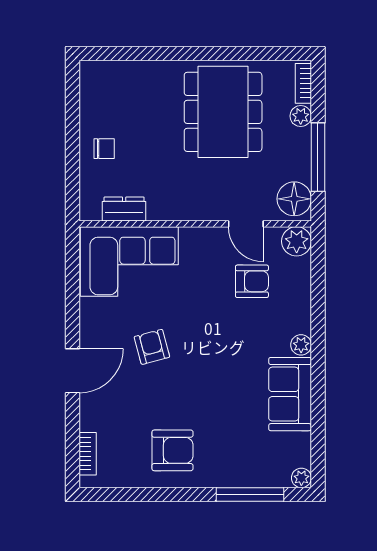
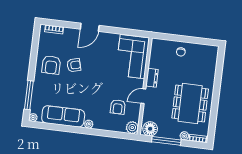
dining table: (223, 112) -> (190, 104), turned 90
dresser: (124, 209) -> (152, 78), moved
door: (246, 224) -> (143, 96), moved
armchair: (152, 347) -> (74, 65), moved
door: (72, 371) -> (90, 27), hinge flipped
sofa: (290, 394) -> (63, 116), width x1.36

